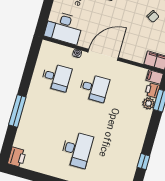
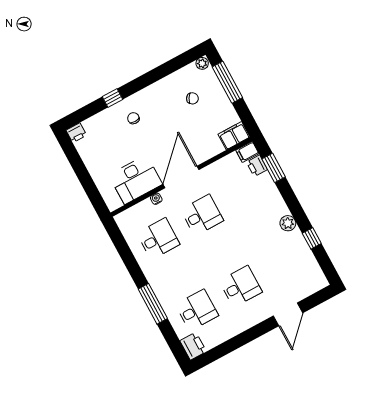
desk: (64, 28) -> (136, 180), moved
plant: (149, 103) -> (288, 223), moved
desk: (39, 139) -> (197, 310), added
desk: (77, 149) -> (241, 286), width x0.73

